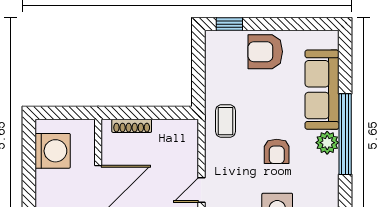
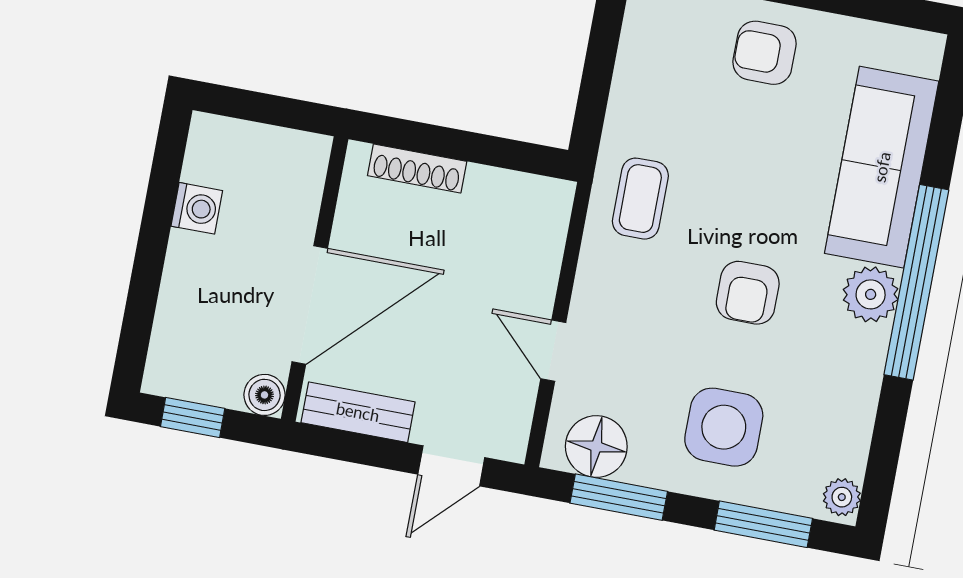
armchair: (265, 52) -> (765, 53), width x0.72, depth x0.72
washing machine: (53, 151) -> (197, 208), width x0.53, depth x0.53
door: (201, 190) -> (553, 351), hinge flipped

